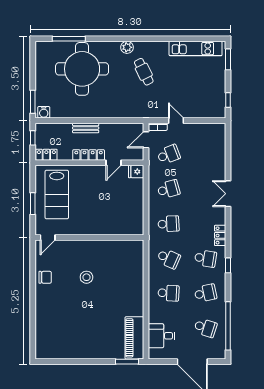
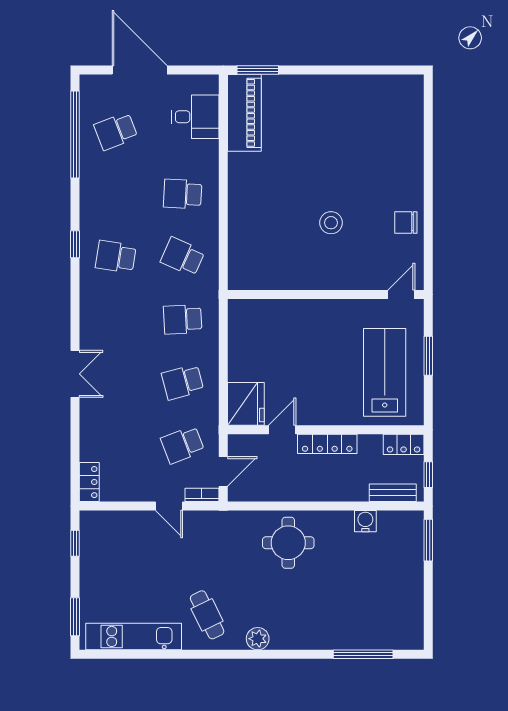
round table: (82, 69) -> (288, 543), moved, width x0.54, depth x0.54
cafe table: (144, 72) -> (207, 615), moved
water cooler: (44, 112) -> (365, 521), moved
bench: (86, 128) -> (393, 493), moved
fridge: (136, 172) -> (246, 404), width x1.88, depth x1.34
locker: (220, 235) -> (89, 482), moved
school desk: (205, 293) -> (116, 194), removed
school desk: (205, 328) -> (116, 131), turned -39

